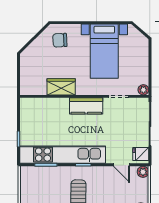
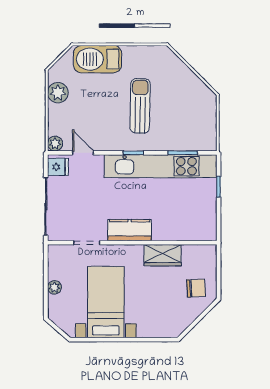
chair: (60, 40) -> (196, 288), moved
plant: (143, 90) -> (54, 287), moved

